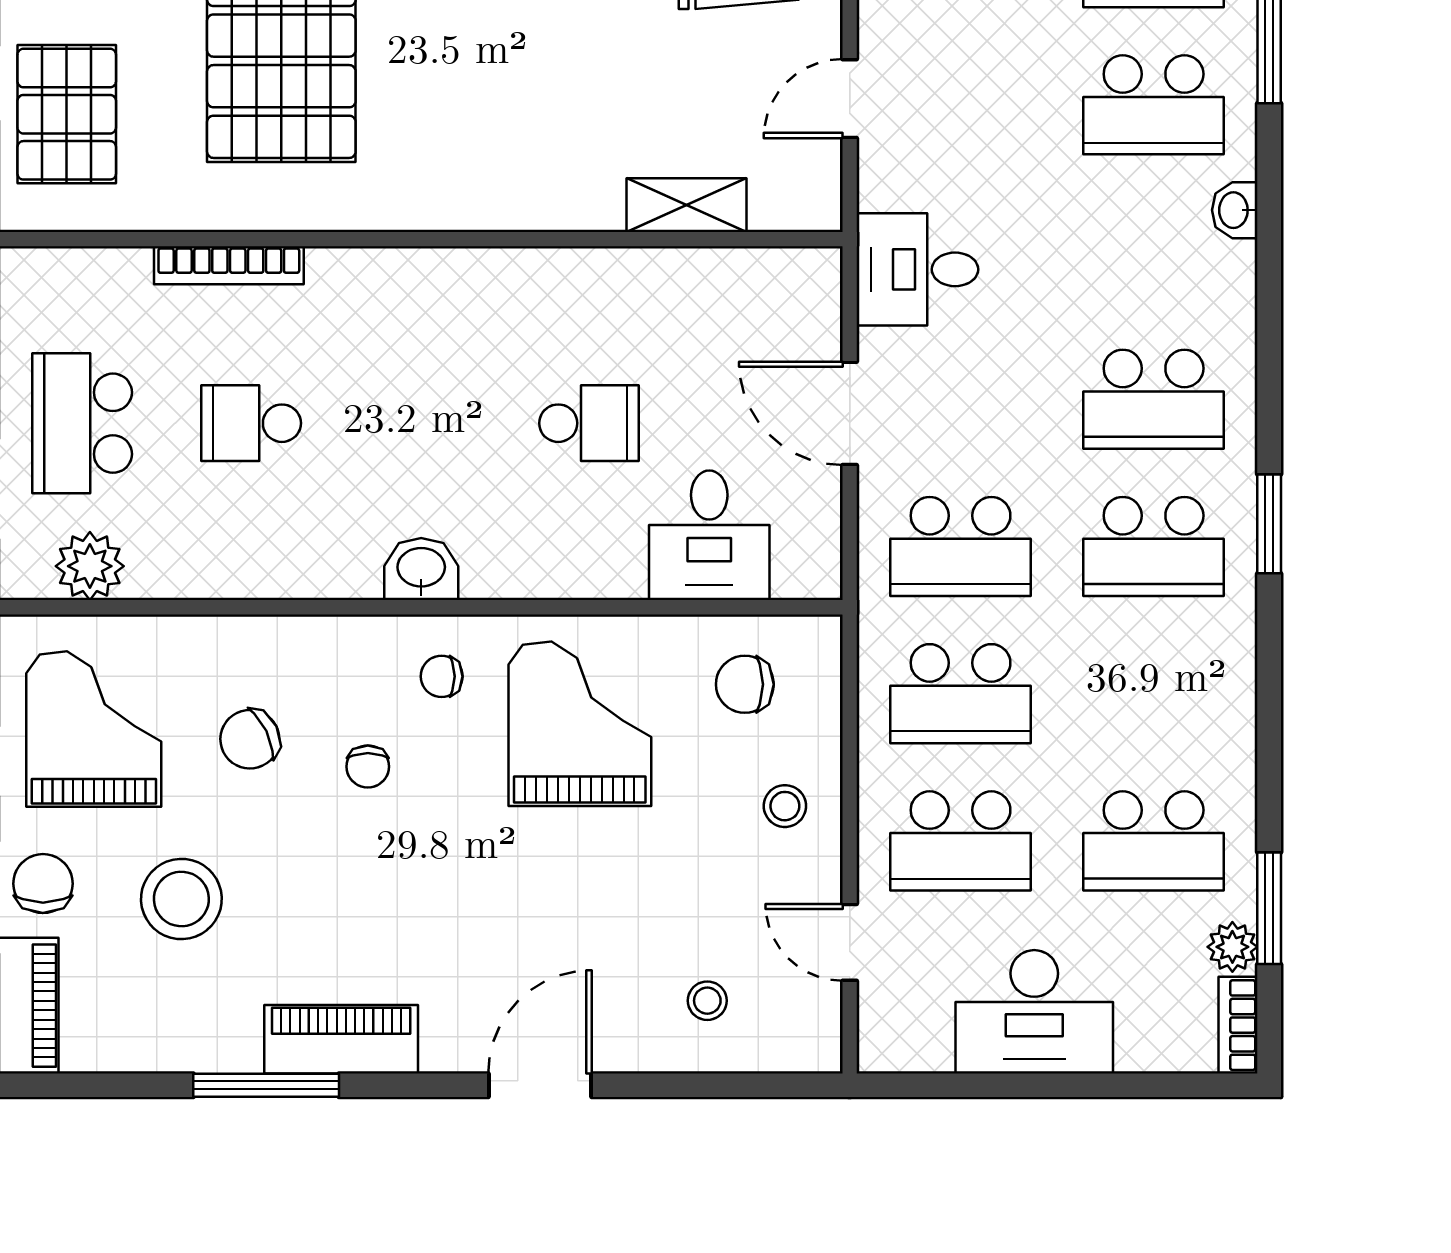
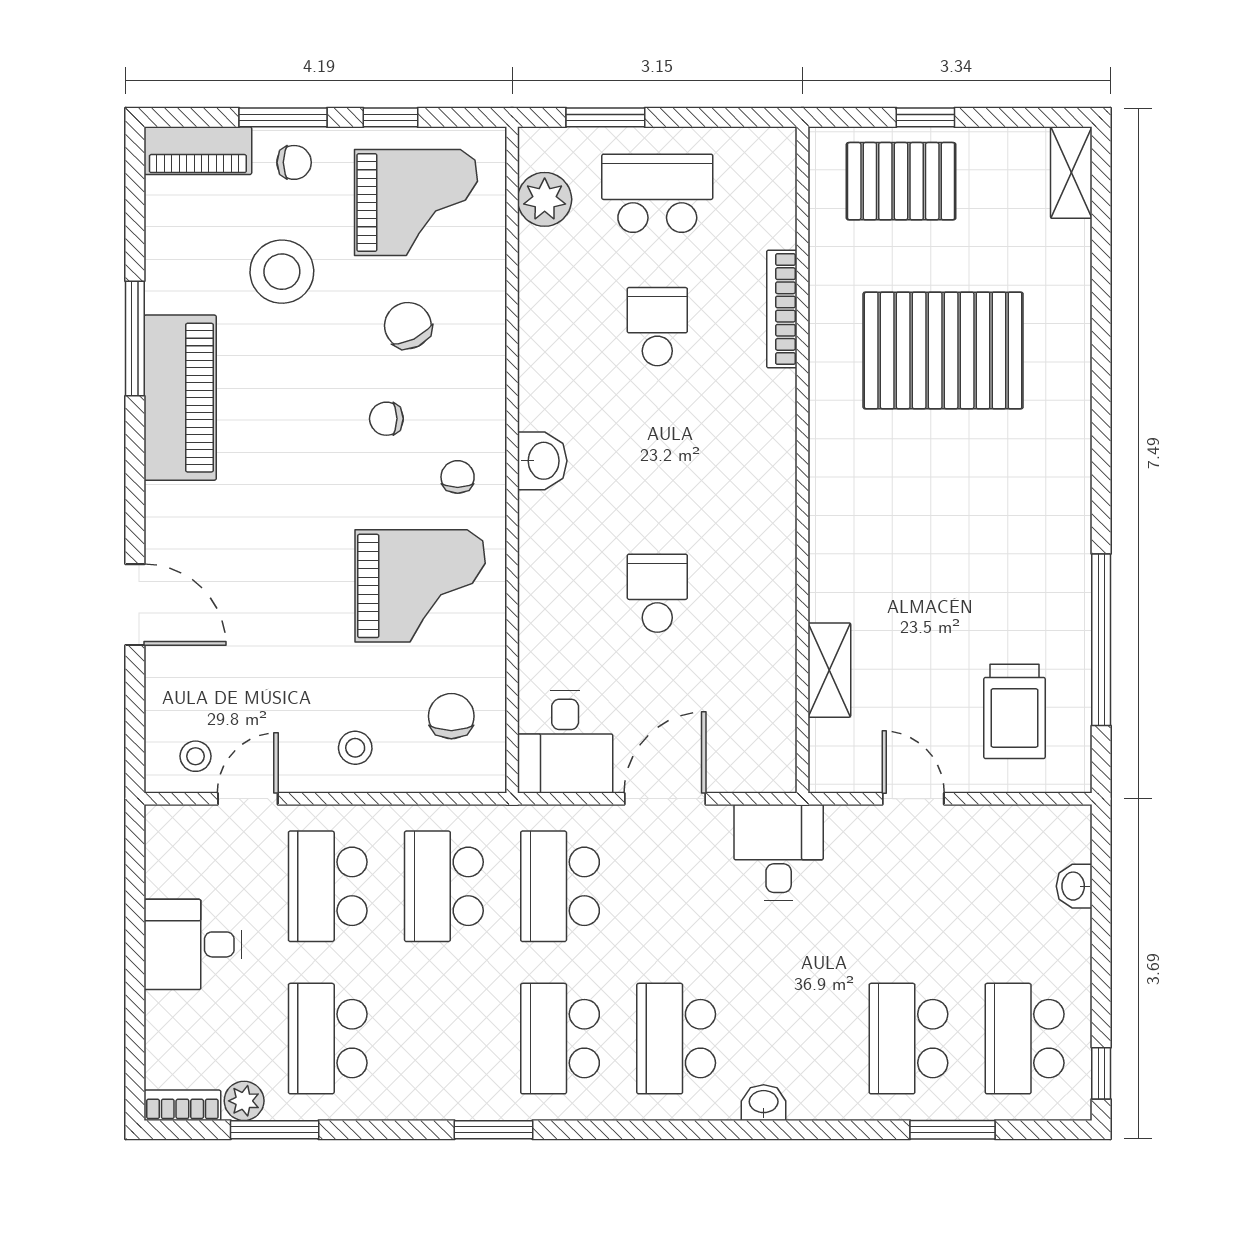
washbasin: (1235, 210) -> (764, 1103), moved
school desk: (589, 423) -> (657, 593), turned 180
window: (1269, 524) -> (493, 1130), moved
desk: (709, 535) -> (565, 742), moved, turned -90
chair: (43, 884) -> (294, 162), width x0.73, depth x0.73
stool: (707, 1001) -> (196, 756), moved
desk: (1034, 1012) -> (193, 944), width x0.73
piano: (341, 1039) -> (180, 398), width x1.37, depth x1.33
door: (540, 1085) -> (135, 605), moved

